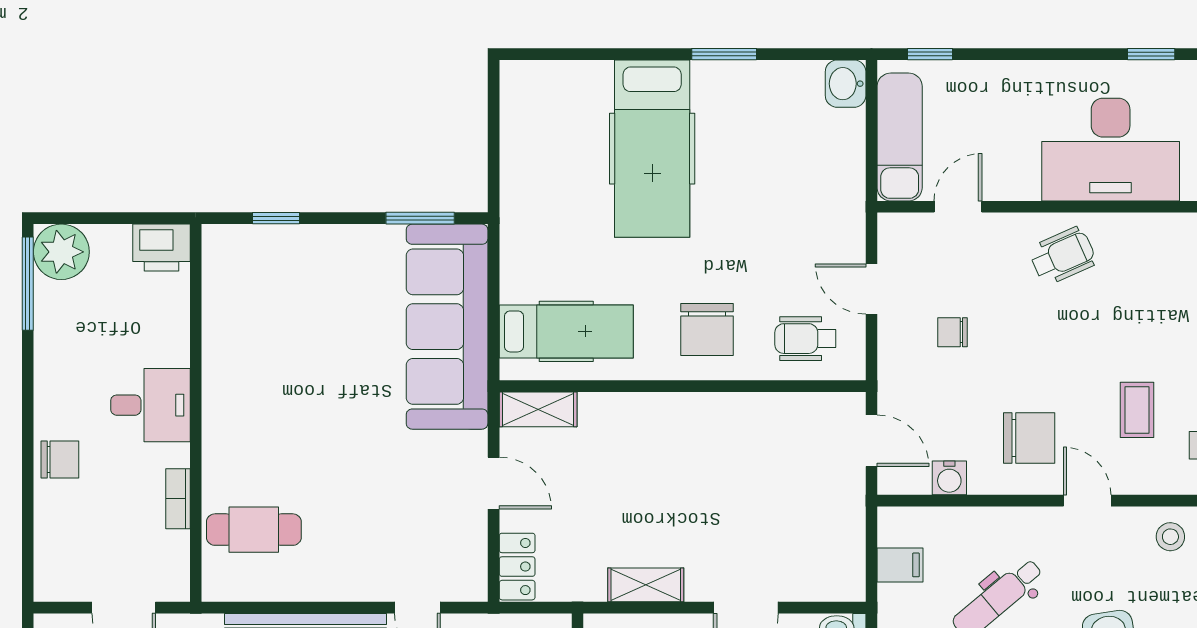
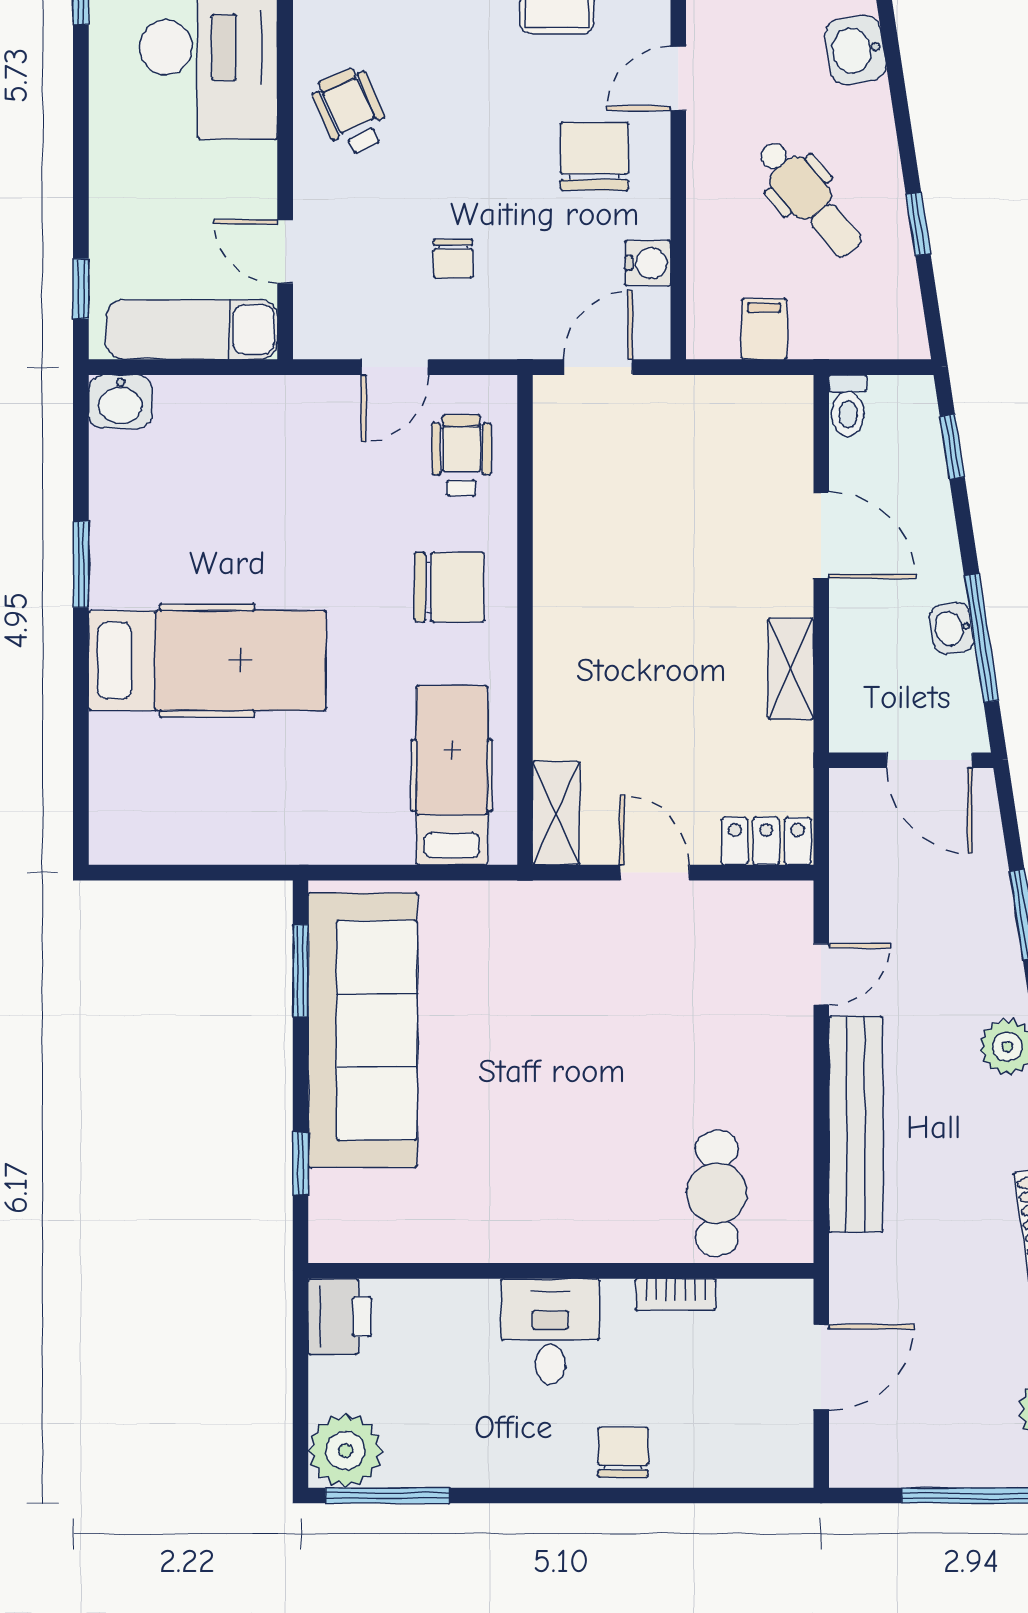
sofa: (447, 327) -> (363, 1030), moved, turned -90
wheelchair: (805, 339) -> (461, 455), turned 180
door: (494, 483) -> (655, 873), hinge flipped

